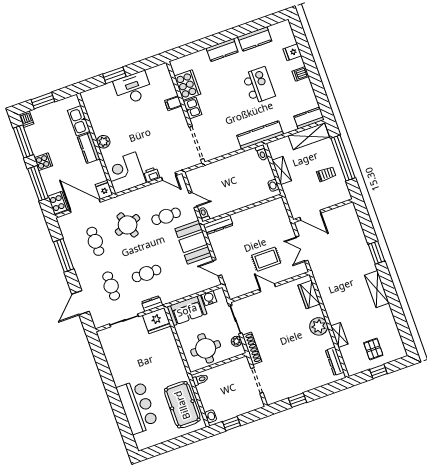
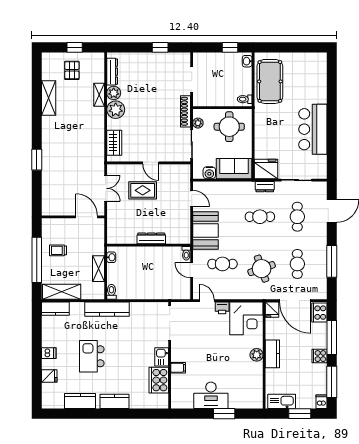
kitchen sink: (79, 121) -> (282, 401), moved, turned -90
dresser: (218, 225) -> (151, 238), moved
shelving: (377, 289) -> (49, 98), moved
plant: (326, 341) -> (114, 93), added
bar counter: (137, 407) -> (313, 129), moved

